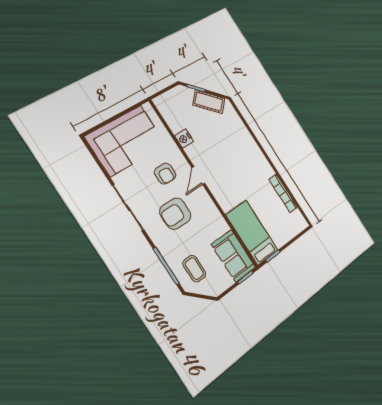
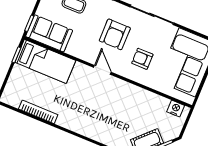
nightstand: (184, 139) -> (176, 109), moved
door: (198, 175) -> (102, 70), moved
armchair: (175, 214) -> (115, 34), turned 180

